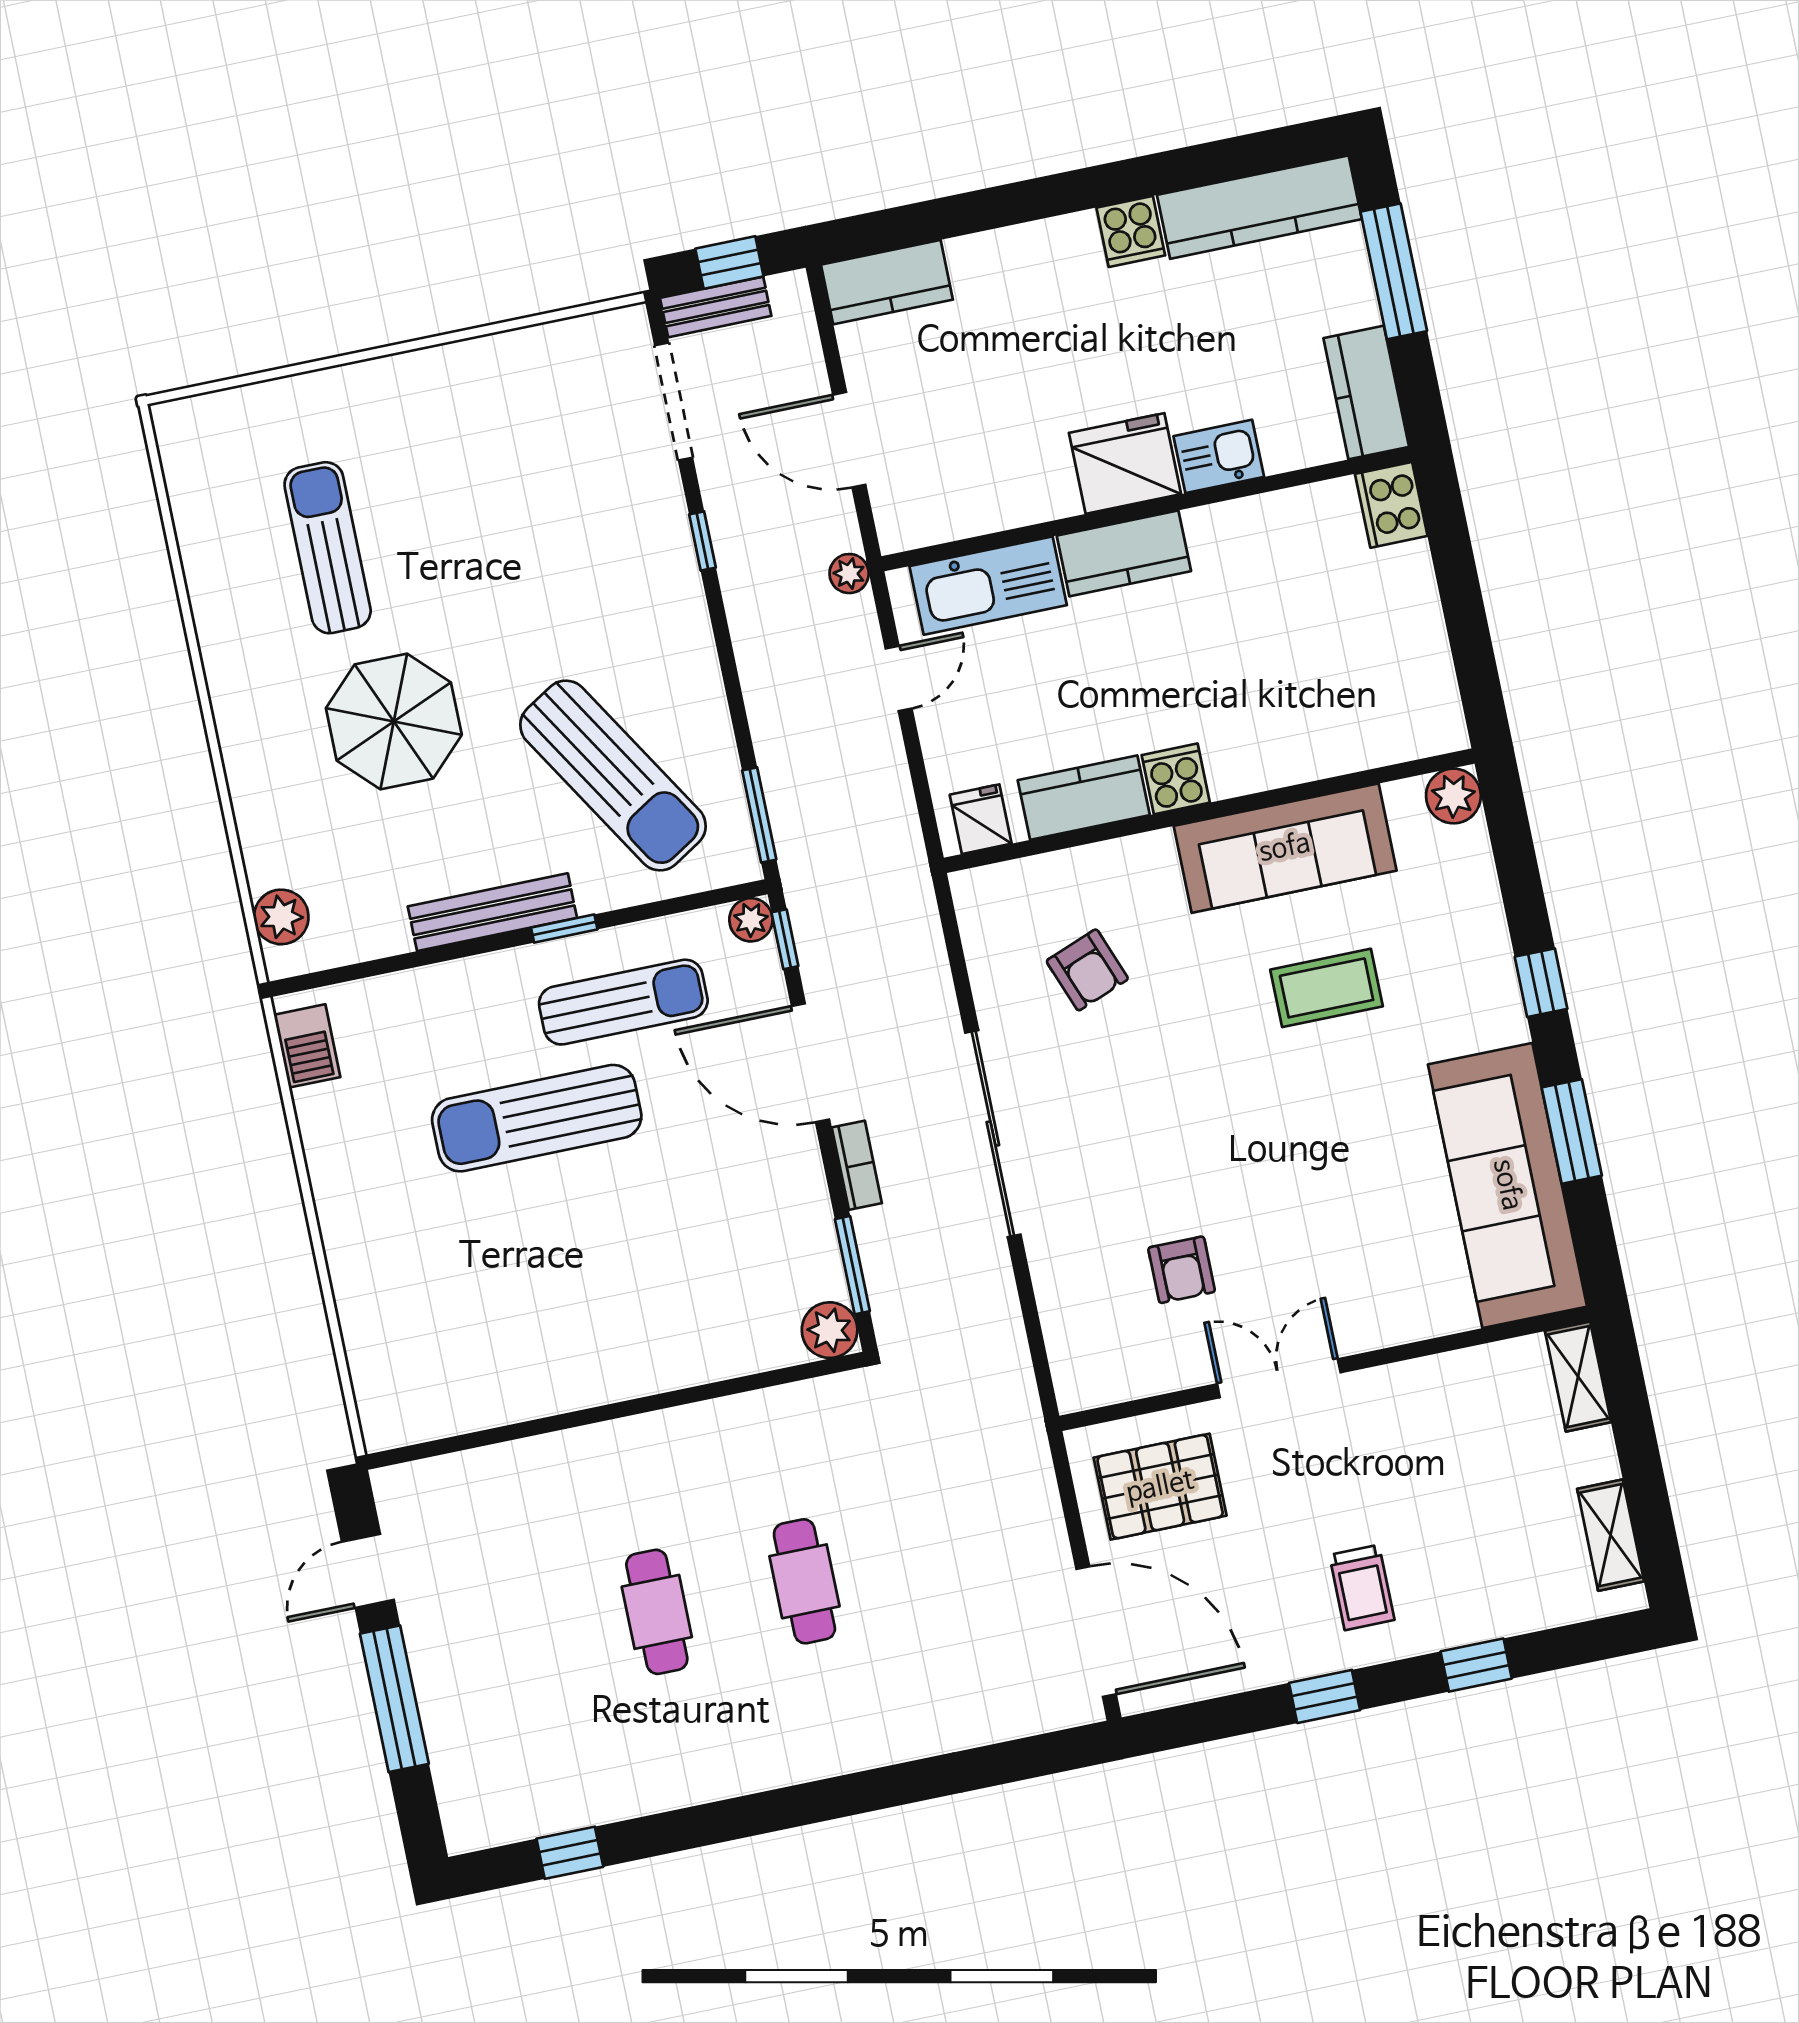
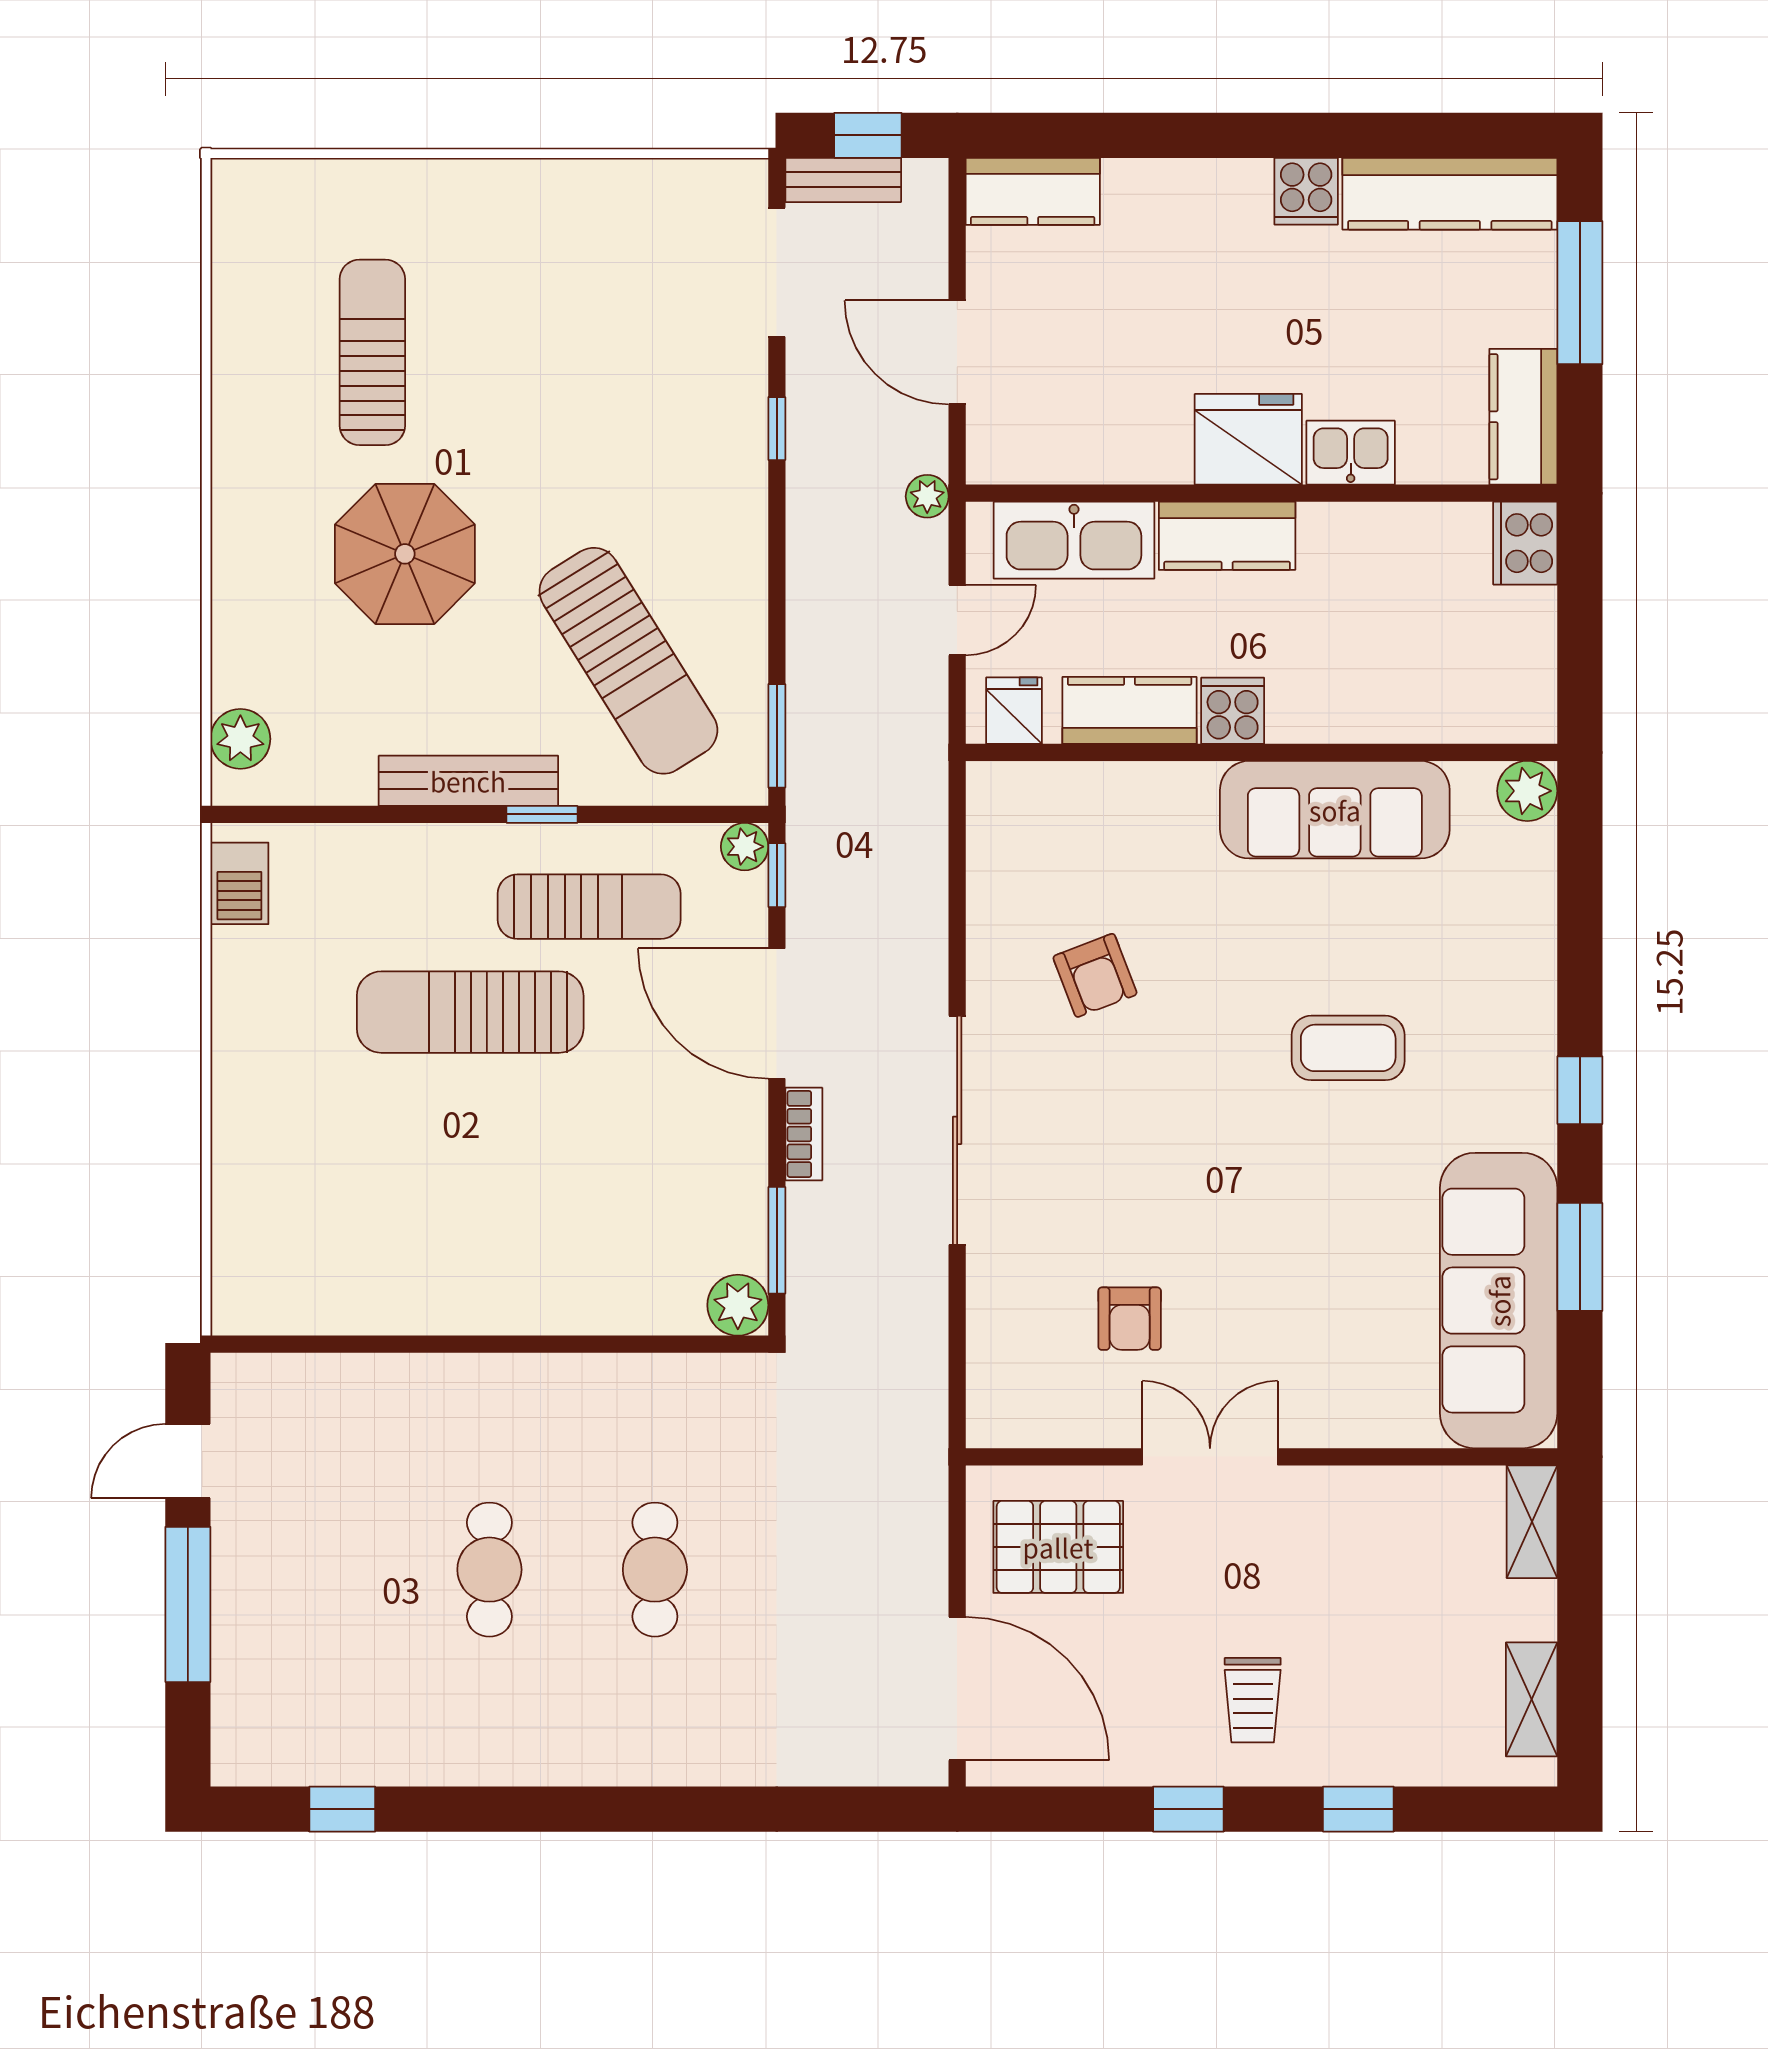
cooker: (1176, 779) -> (1233, 711), moved
plant: (1453, 796) -> (1527, 791), moved
kitchen counter: (1084, 798) -> (1130, 710), moved
wall: (1209, 811) -> (1261, 752), moved
fridge: (981, 819) -> (1014, 711), moved
sofa: (1285, 848) -> (1335, 810), moved

